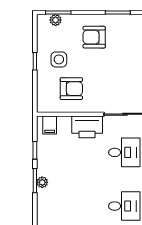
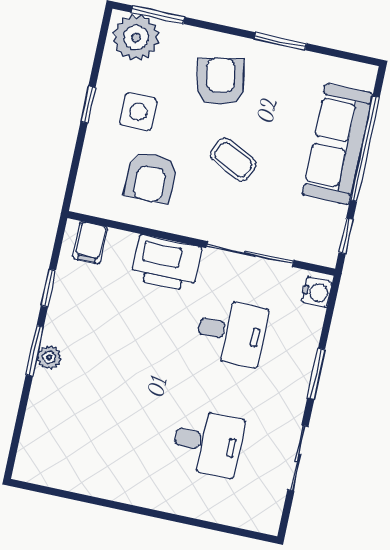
plant: (56, 20) -> (136, 37), width x1.87, depth x1.87
armchair: (94, 37) -> (221, 82), turned 78
coffee table: (108, 72) -> (233, 160), added
armchair: (71, 89) -> (151, 177), turned 90

